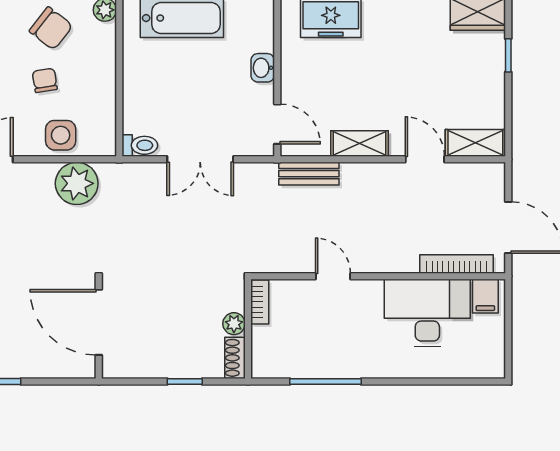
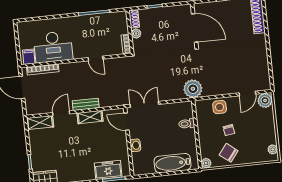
toilet: (140, 145) -> (187, 124), moved
double door: (200, 159) -> (144, 104), moved
door: (425, 159) -> (61, 113), swing flipped
bench: (309, 174) -> (86, 104), moved
plant: (77, 183) -> (193, 89), moved

